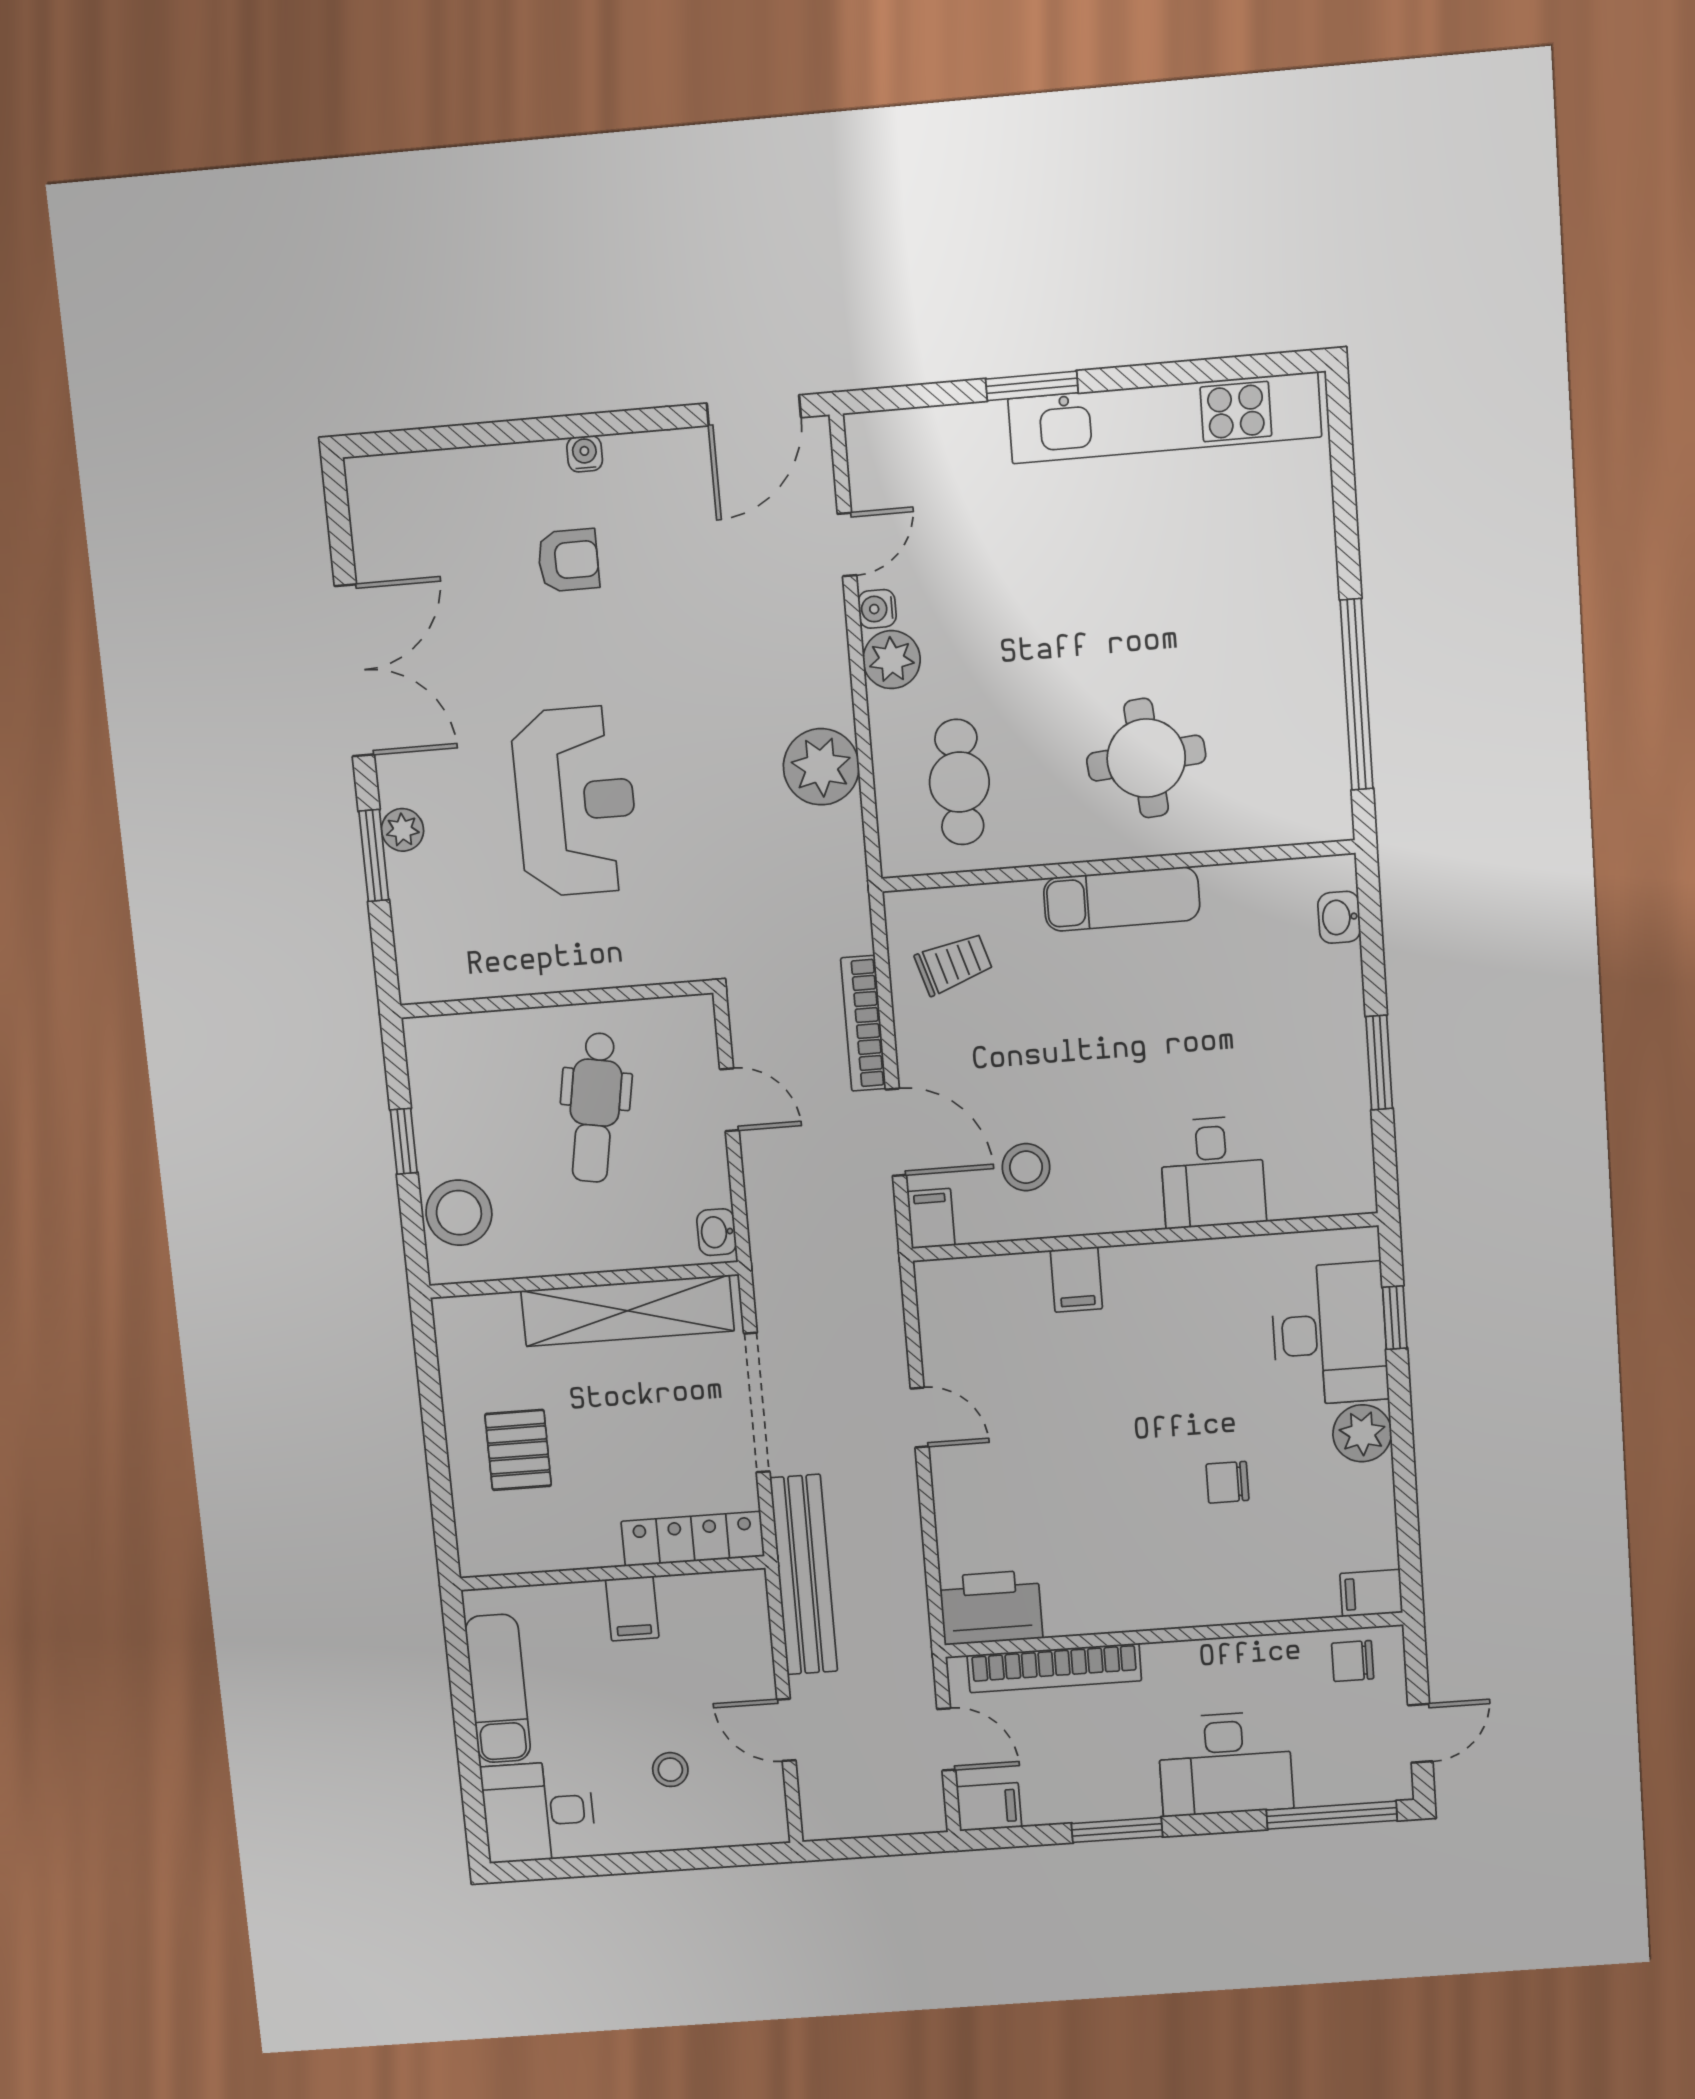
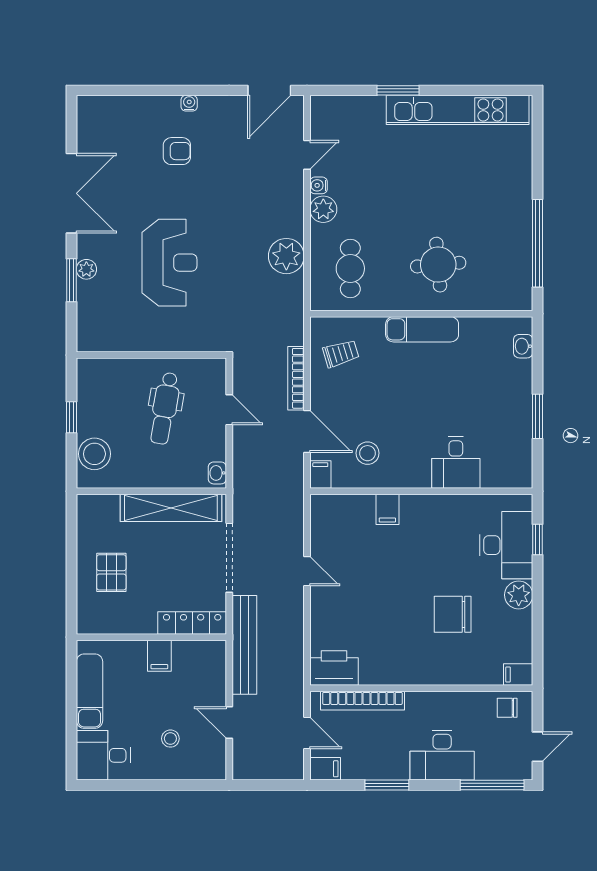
chair: (1227, 1482) -> (453, 614), width x1.87, depth x1.87

